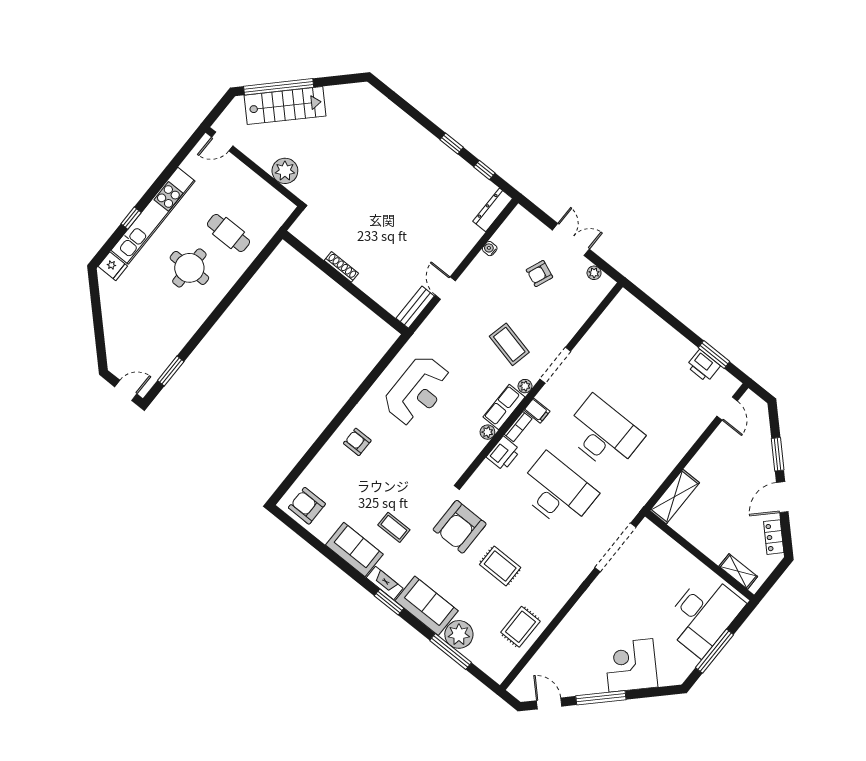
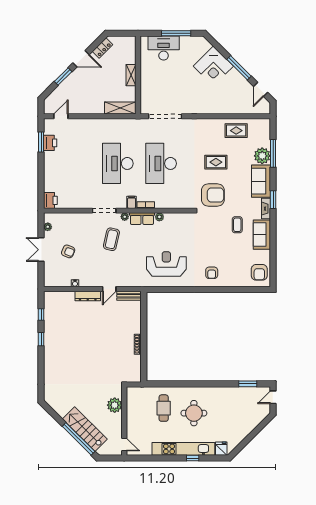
dresser: (493, 210) -> (88, 296), moved
door: (126, 390) -> (273, 397), hinge flipped
printer: (504, 453) -> (50, 200), moved, turned 90
rug: (500, 566) -> (216, 162), turned 90
shelving: (738, 571) -> (131, 75), moved
desk: (703, 615) -> (164, 48), width x0.73, depth x0.77

